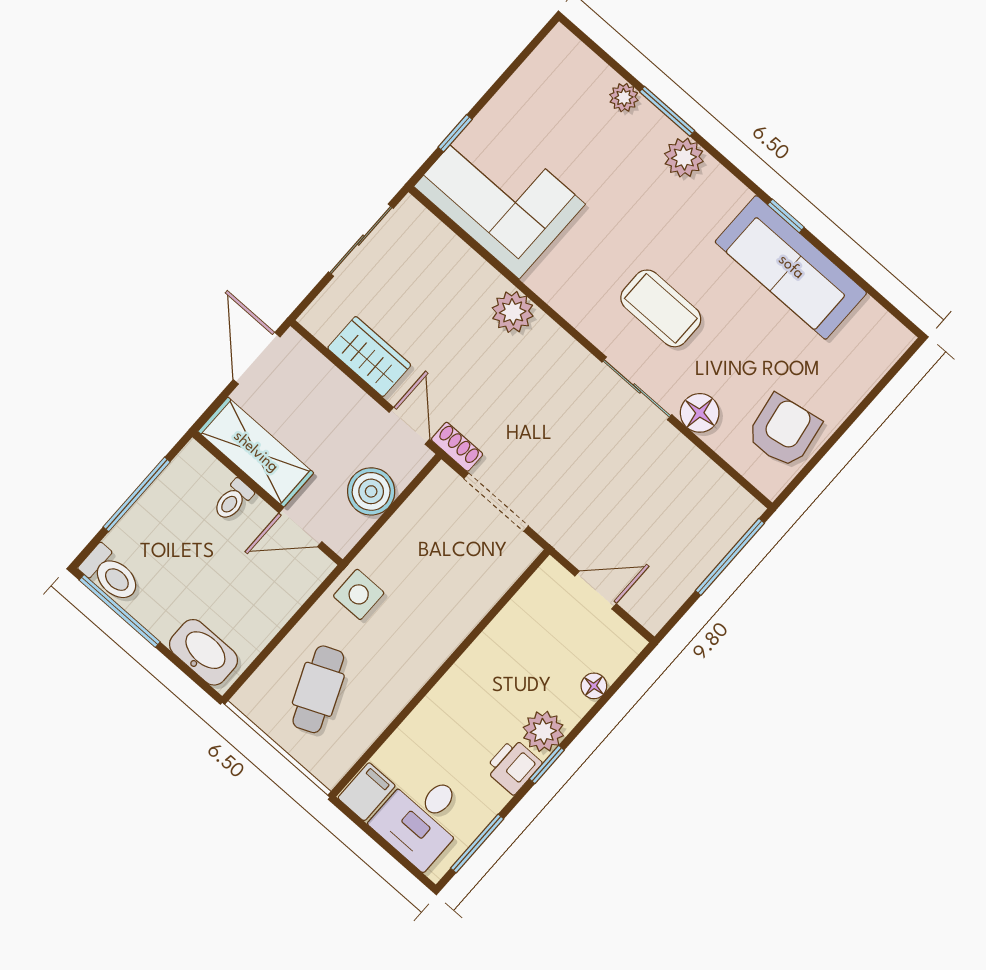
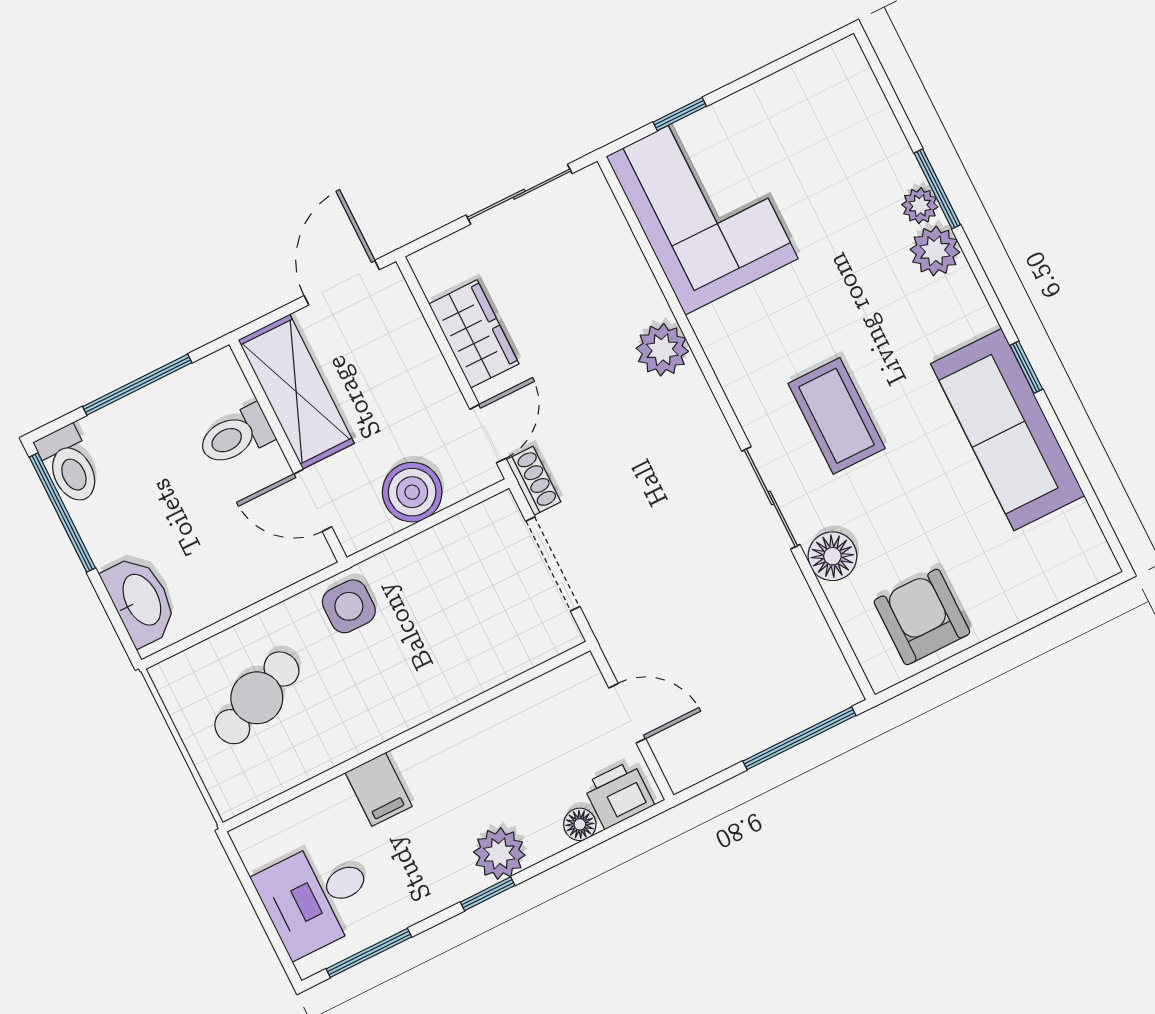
plant: (624, 98) -> (920, 206), moved
armchair: (784, 431) -> (922, 617), turned -80
toilet: (233, 500) -> (236, 436), width x1.37, depth x1.39
printer: (513, 766) -> (619, 795), moved
filing cabinet: (367, 792) -> (379, 789), moved, turned 90

